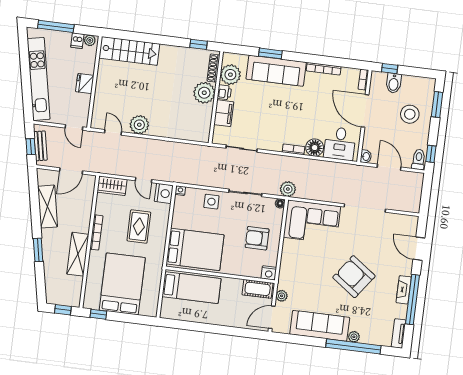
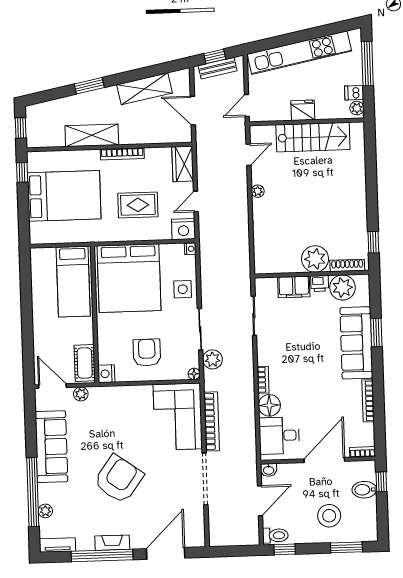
stairs: (129, 51) -> (313, 137), moved, turned -90
plant: (139, 125) -> (258, 191), width x0.53, depth x0.53
plant: (288, 189) -> (212, 359), moved
bookcase: (320, 196) -> (212, 421), added
bed: (195, 249) -> (129, 278), width x1.36
door: (419, 249) -> (166, 553), width x1.36
plant: (354, 337) -> (45, 511), moved

